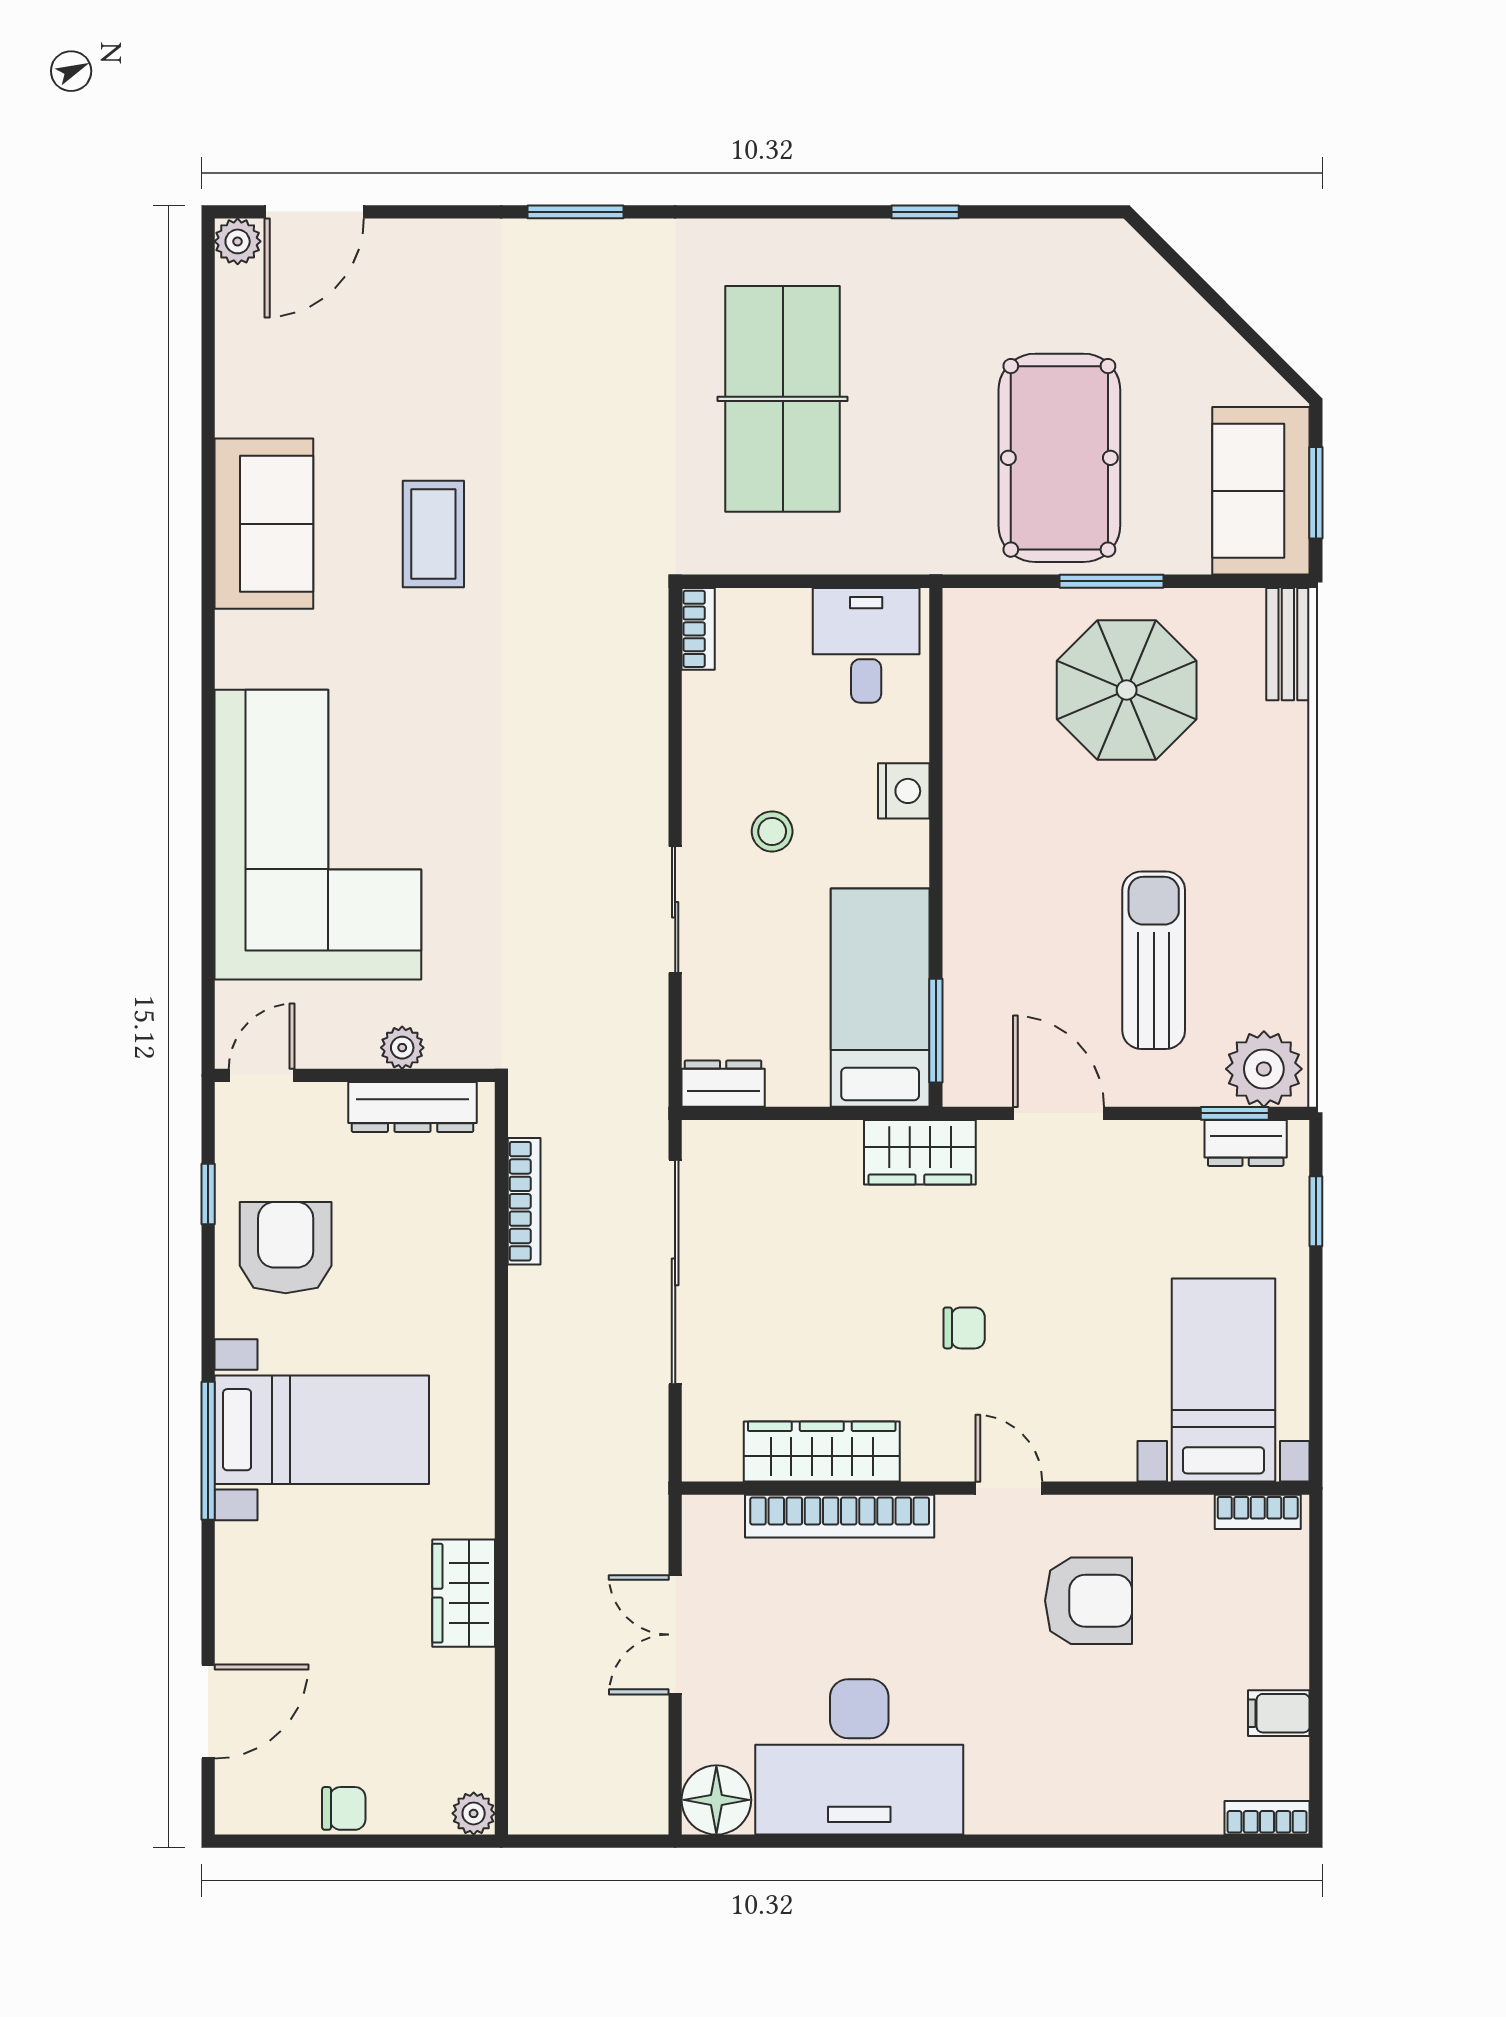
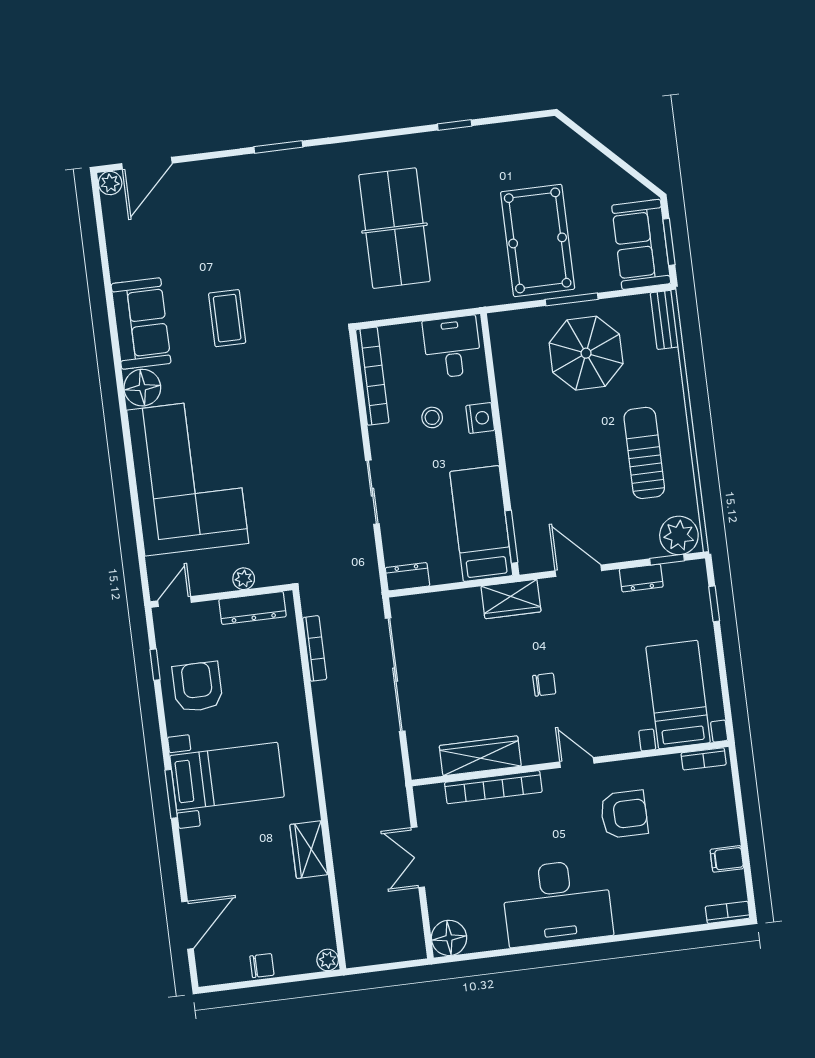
bookcase: (698, 629) -> (372, 376), width x2.31, depth x1.31
floor lamp: (251, 649) -> (142, 388), added
stool: (772, 831) -> (432, 417), moved
sun lounger: (1154, 960) -> (644, 453), moved
dresser: (1246, 1143) -> (641, 578), moved
window: (208, 1451) -> (171, 794), width x0.69
desk: (859, 1757) -> (557, 902), moved

